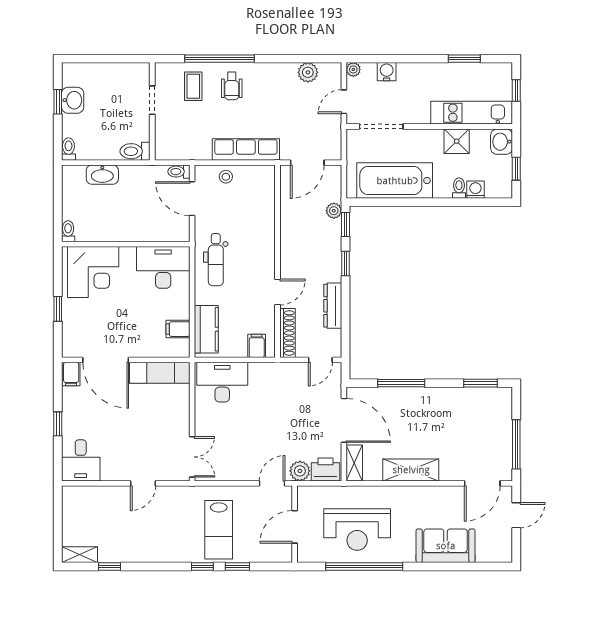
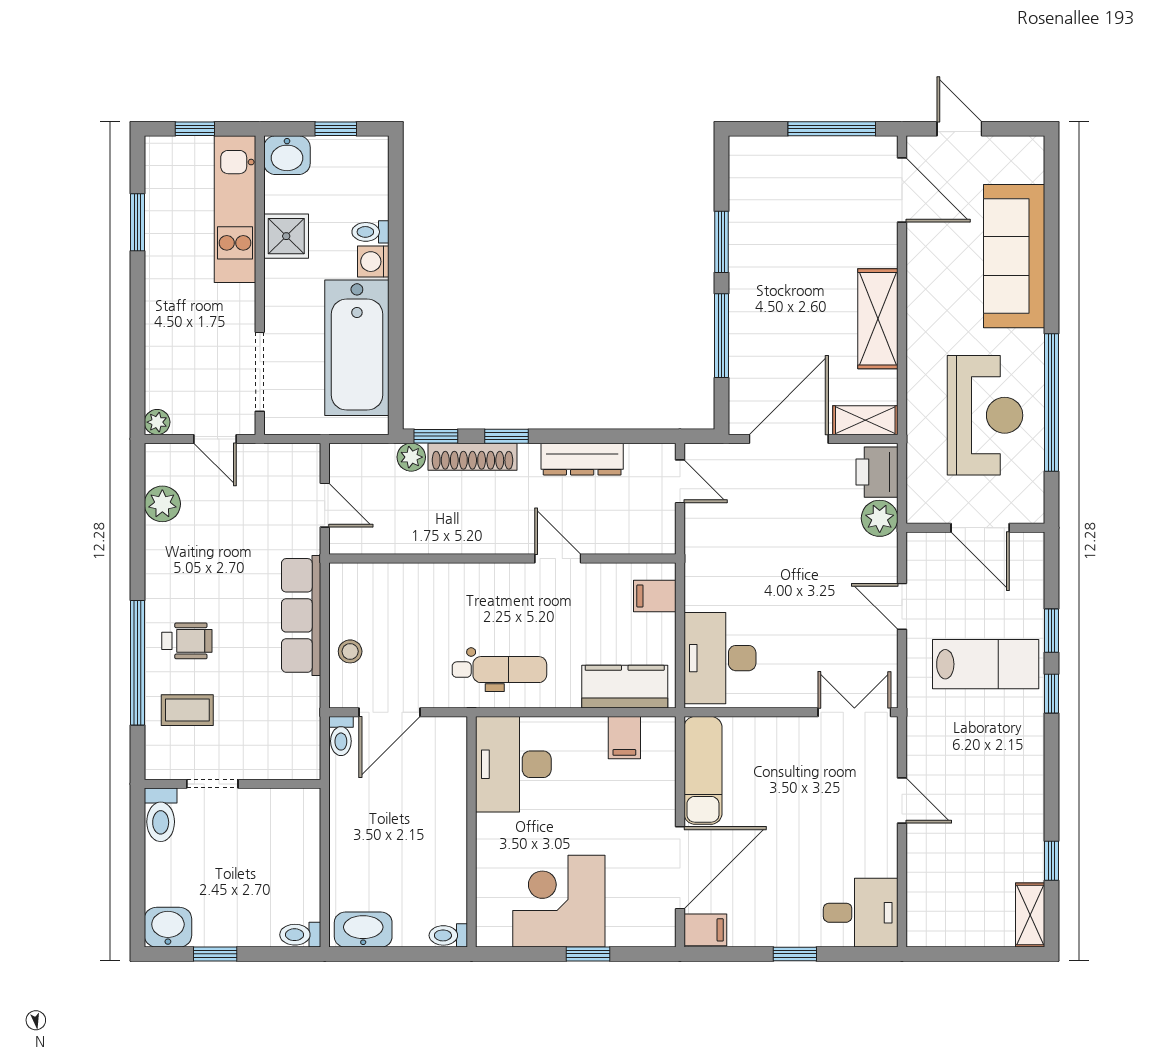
water cooler: (387, 72) -> (161, 362), removed
washbasin: (73, 100) -> (168, 927), moved
toilet: (135, 151) -> (161, 815), moved
door: (307, 163) -> (325, 505), width x0.73
washbasin: (102, 175) -> (363, 930), moved, turned -90
washing machine: (475, 190) -> (373, 262), moved
corner desk: (93, 272) -> (559, 901), moved, turned -90
shoe rack: (287, 333) -> (472, 457), moved, turned 180
window: (480, 383) -> (722, 242), moved
door: (272, 483) -> (902, 606), moved
sofa: (446, 546) -> (1014, 256), width x1.36

